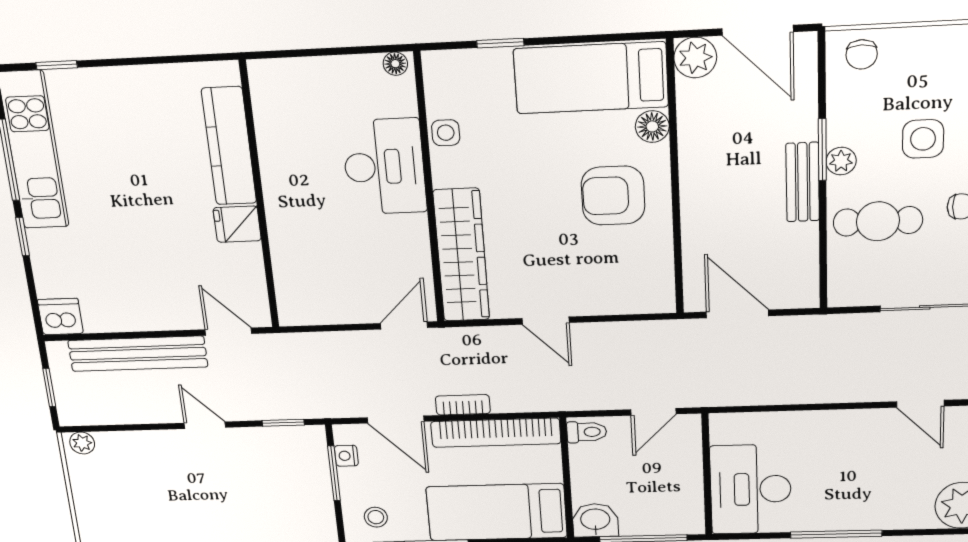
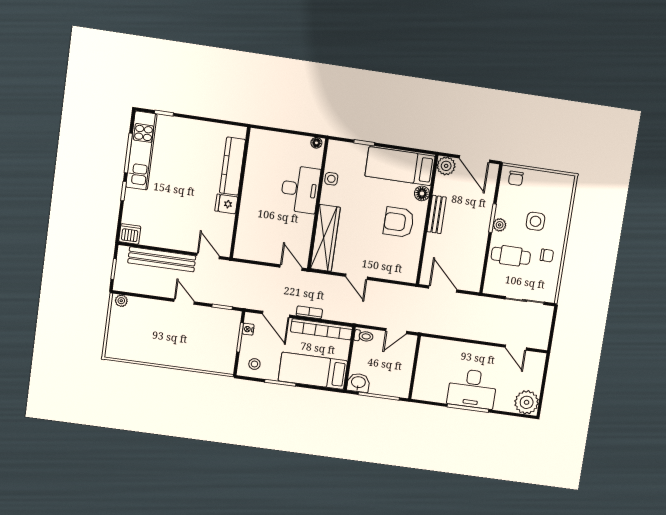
bench: (803, 182) -> (437, 214), moved
door: (404, 326) -> (291, 268), hinge flipped
desk: (751, 489) -> (472, 389), moved, turned -90

